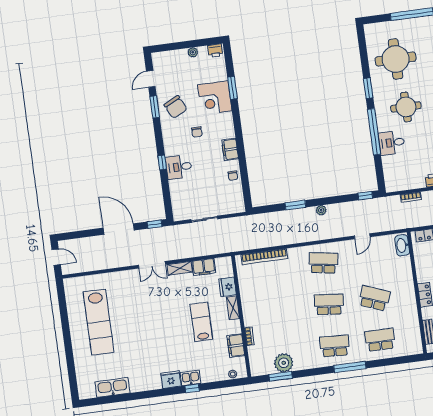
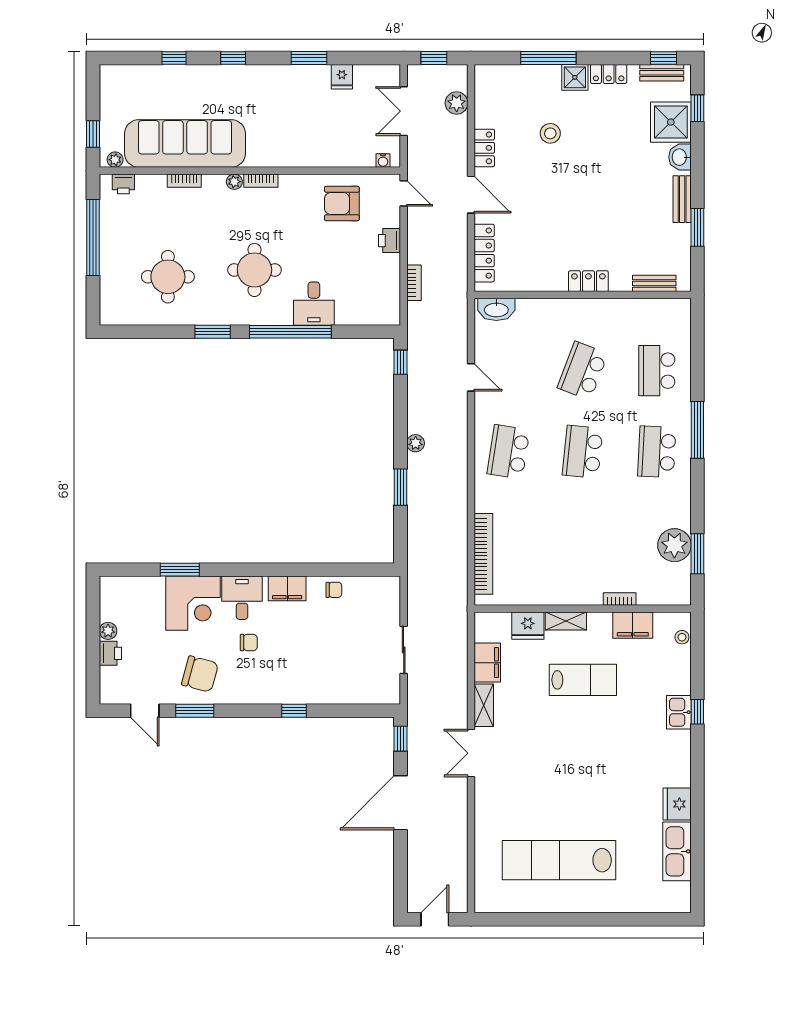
printer: (215, 51) -> (110, 653), moved
round table: (396, 59) -> (168, 277), width x0.73, depth x0.73
chair: (176, 107) -> (200, 674), turned 41
desk: (179, 167) -> (242, 598), moved, turned 180
double door: (152, 265) -> (471, 753), swing flipped
lab bench: (99, 322) -> (559, 860), turned 180
lab bench: (201, 322) -> (583, 680), turned 180
fridge: (171, 380) -> (677, 804), moved

